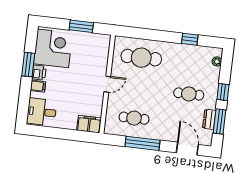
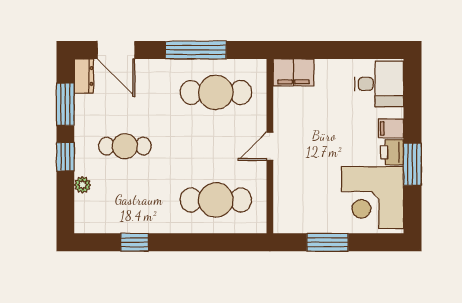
plant: (217, 61) -> (82, 185), moved
cafe table: (134, 118) -> (216, 92), width x1.37, depth x1.35
dresser: (209, 119) -> (84, 76), moved

